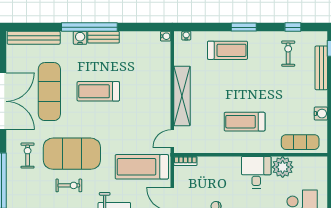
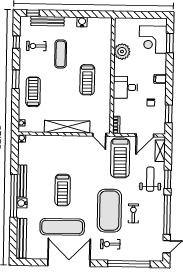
bench: (103, 37) -> (22, 181), width x1.36
exercise mat: (300, 142) -> (61, 54), moved
desk: (256, 172) -> (125, 87), moved

